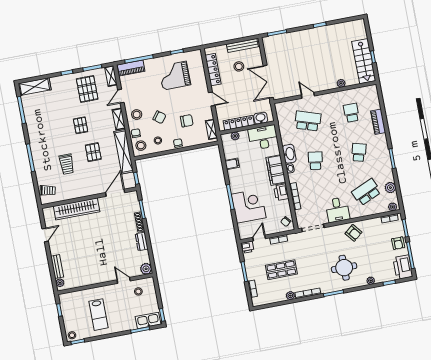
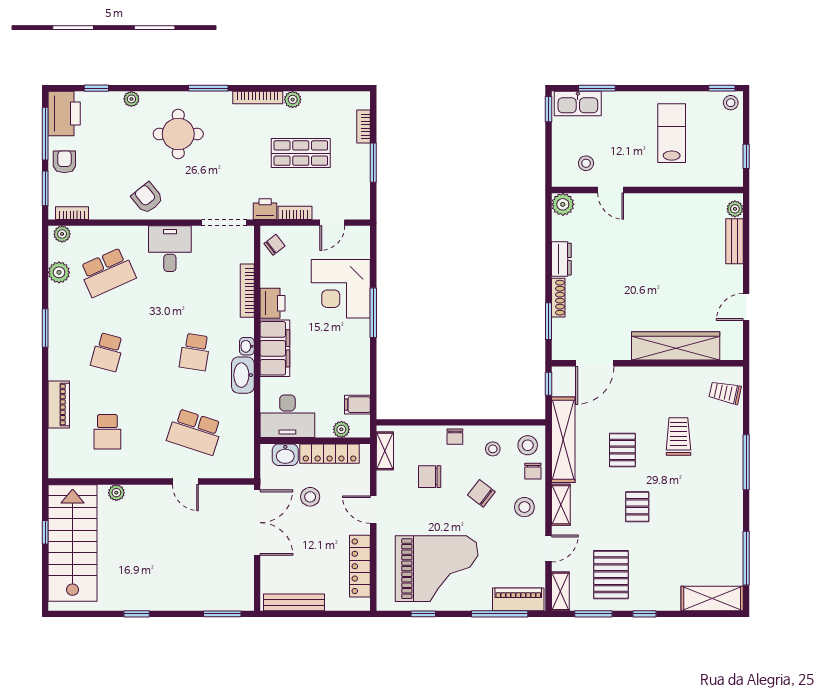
stairs: (364, 61) -> (73, 543), width x1.36, depth x1.51
stool: (239, 66) -> (310, 497), moved
grand piano: (175, 76) -> (437, 569), width x1.37, depth x1.48
filing cabinet: (232, 164) -> (357, 405), moved
printer: (247, 247) -> (265, 209), moved

